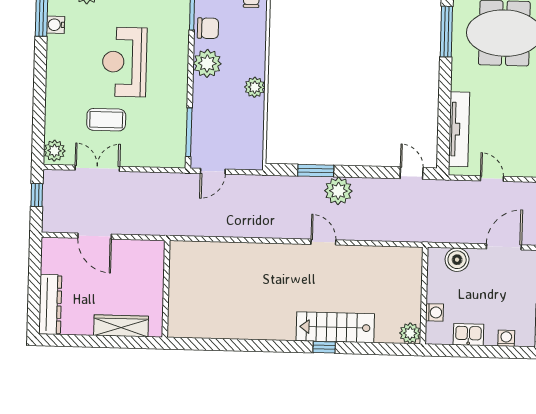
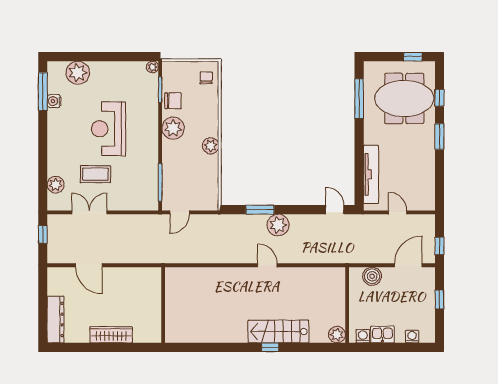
plant: (54, 151) -> (56, 185), moved
wall: (166, 289) -> (163, 305), moved
washing machine: (435, 312) -> (363, 336), moved, turned -90

